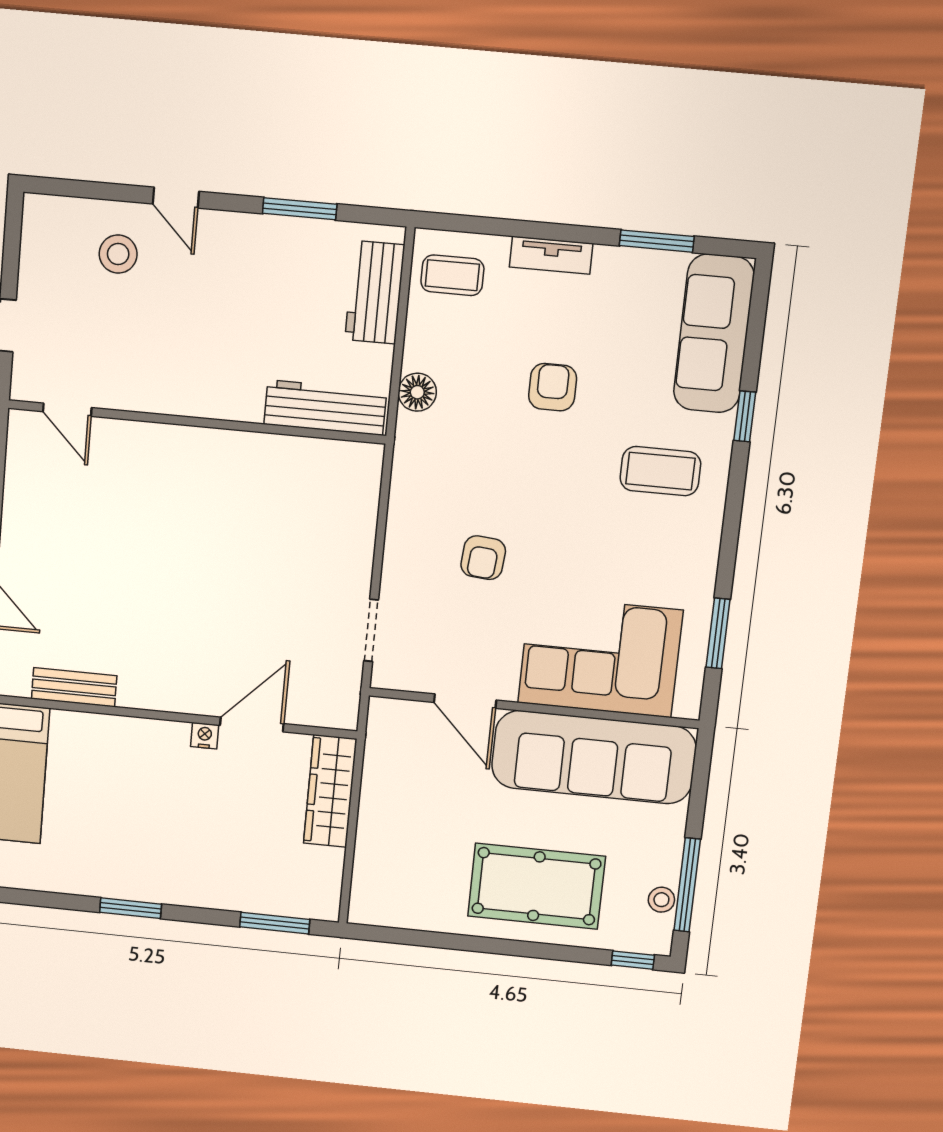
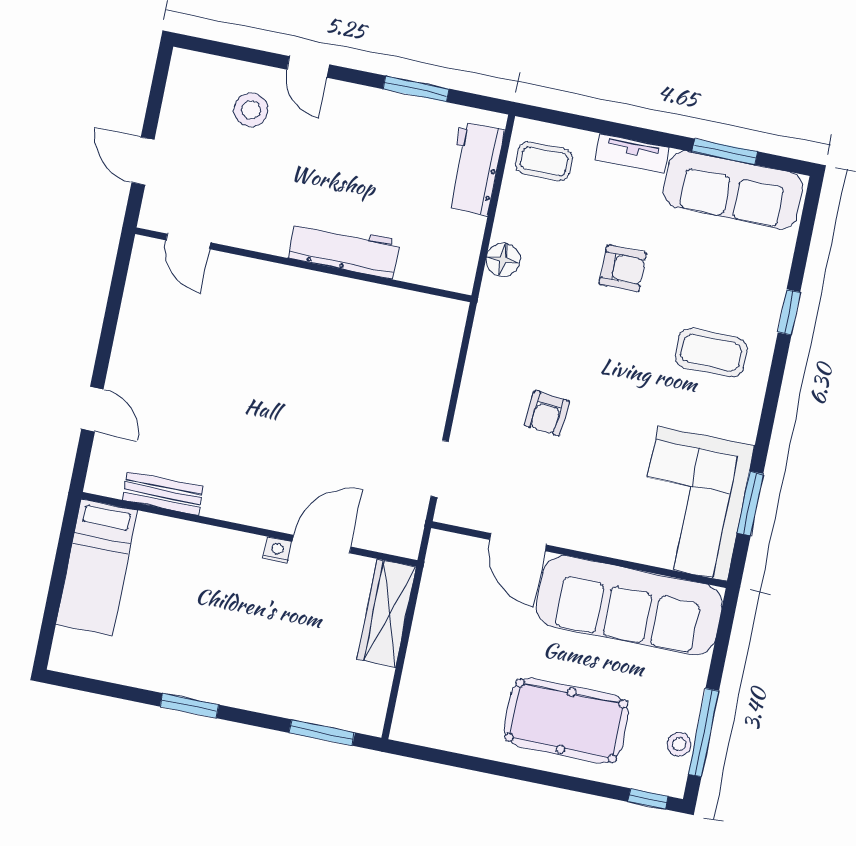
sofa: (714, 333) -> (733, 190), moved, turned -90
armchair: (553, 387) -> (623, 268), turned 90
workbench: (325, 408) -> (344, 249), moved
corner sofa: (600, 657) -> (693, 504), moved, turned -90

